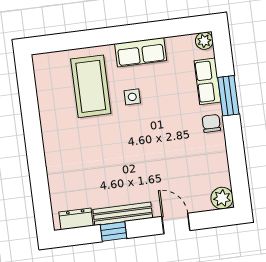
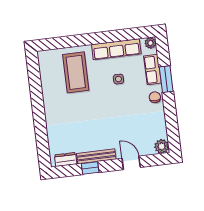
row of seats: (141, 52) -> (116, 49), width x1.48
side table: (132, 97) -> (118, 79), moved

